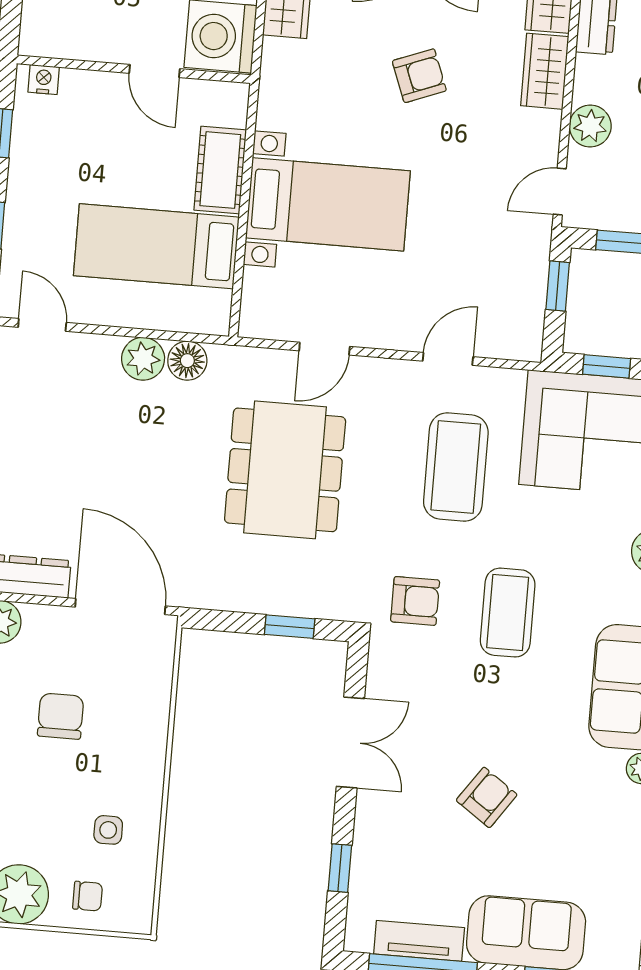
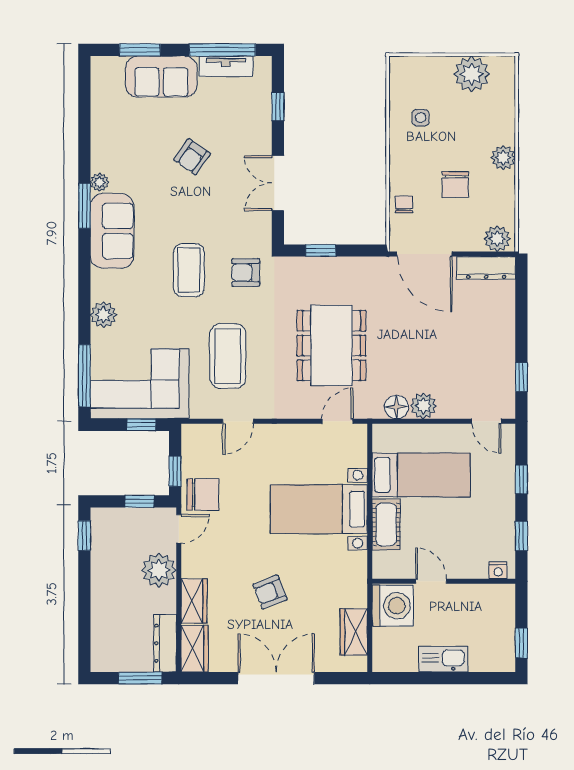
plant: (590, 126) -> (159, 570), width x1.36, depth x1.36
chair: (515, 244) -> (203, 495), added
door: (324, 349) -> (338, 421), moved
chair: (88, 896) -> (404, 204), moved, turned 90

